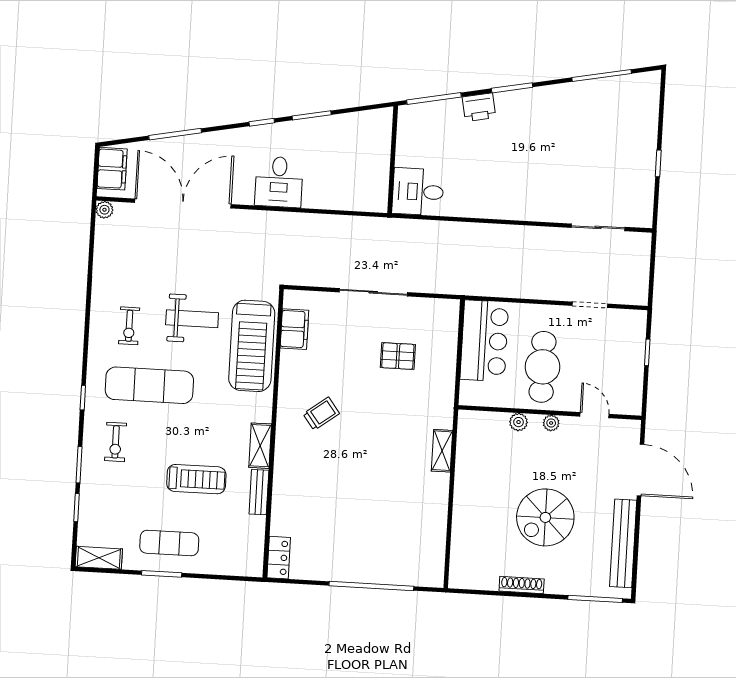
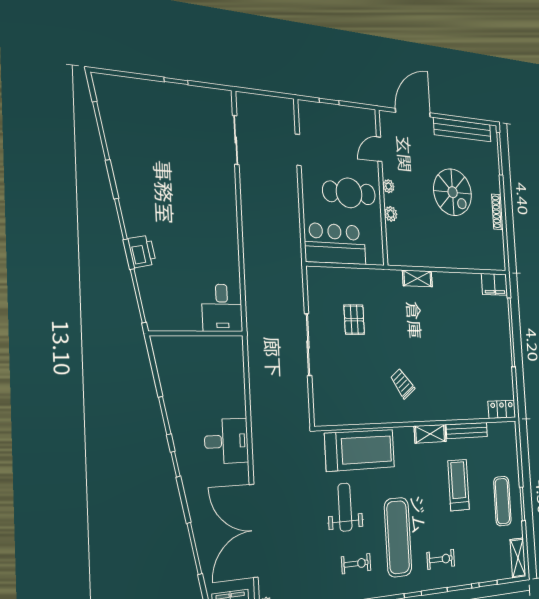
filing cabinet: (294, 329) -> (494, 284), moved, turned 180
bench: (259, 492) -> (467, 431), width x1.36

